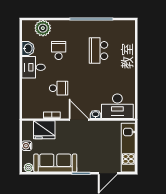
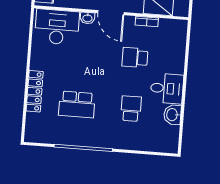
plant: (43, 28) -> (150, 141), removed
school desk: (59, 51) -> (131, 109), turned 180
school desk: (98, 51) -> (77, 104), turned 90
locker: (130, 58) -> (35, 91), added

